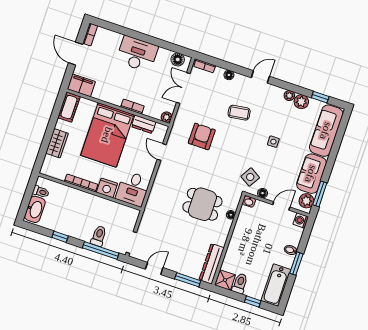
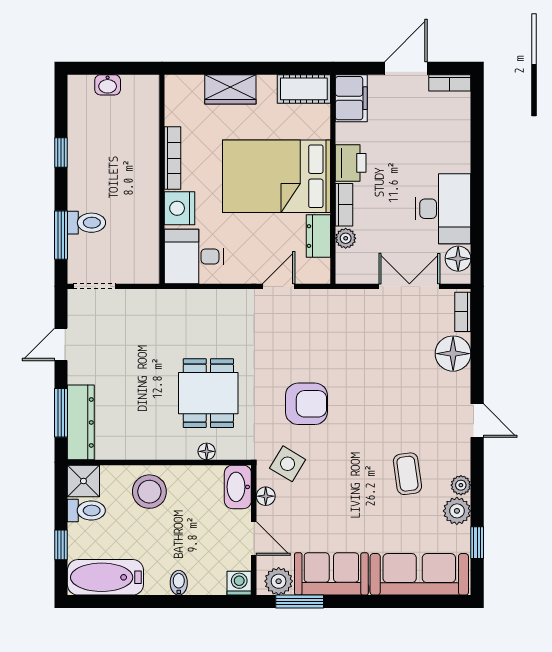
desk: (137, 54) -> (443, 209), moved
floor lamp: (229, 75) -> (453, 354), width x1.89, depth x1.89
printer: (113, 96) -> (351, 163), added
coffee table: (239, 113) -> (407, 474), moved
plant: (167, 117) -> (346, 238), moved
armchair: (202, 136) -> (306, 404), moved
side table: (273, 142) -> (367, 484), removed
toilet: (41, 192) -> (132, 90), removed
washbasin: (249, 201) -> (238, 487), width x1.91, depth x1.45
washbasin: (35, 209) -> (108, 85), width x0.52, depth x0.69
stool: (241, 249) -> (149, 492), added
window: (101, 250) -> (61, 235), width x0.69
dresser: (212, 264) -> (81, 422), moved, turned 90
window: (296, 264) -> (158, 602), removed
door: (154, 268) -> (61, 344), swing flipped

